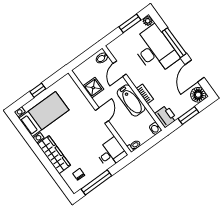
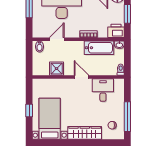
door: (120, 69) -> (57, 39), swing flipped
bathtub: (131, 100) -> (99, 48), moved
desk: (111, 153) -> (103, 90), moved

